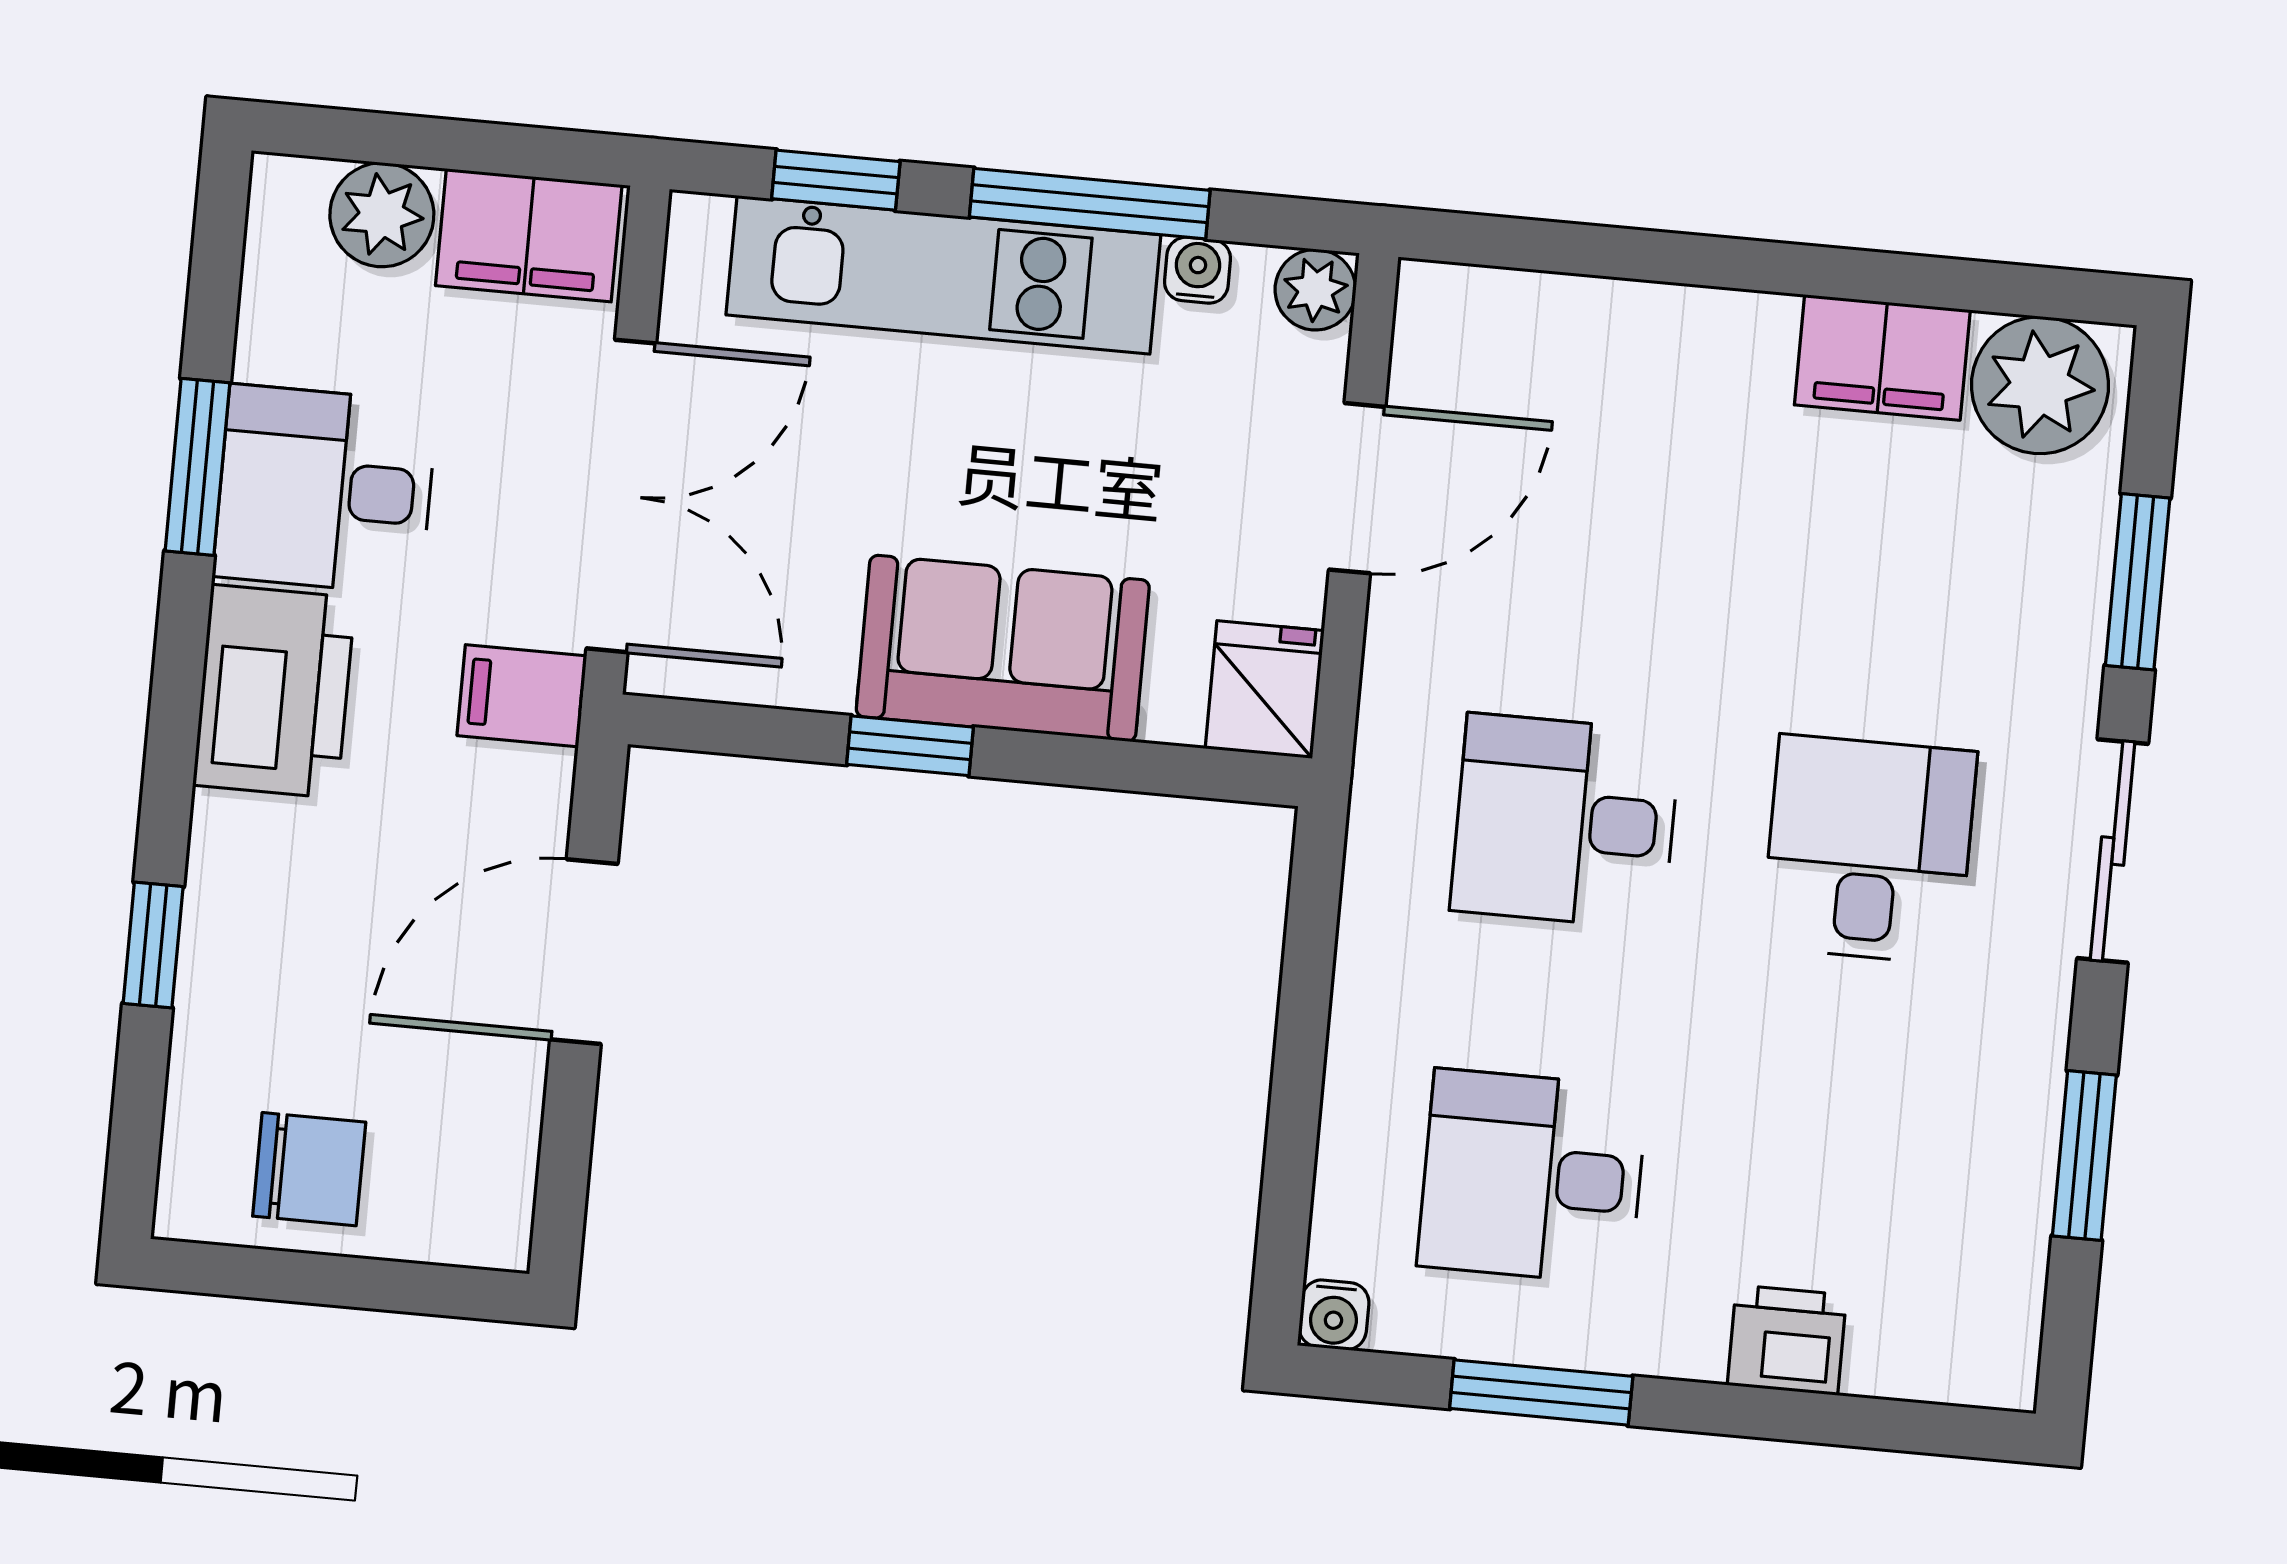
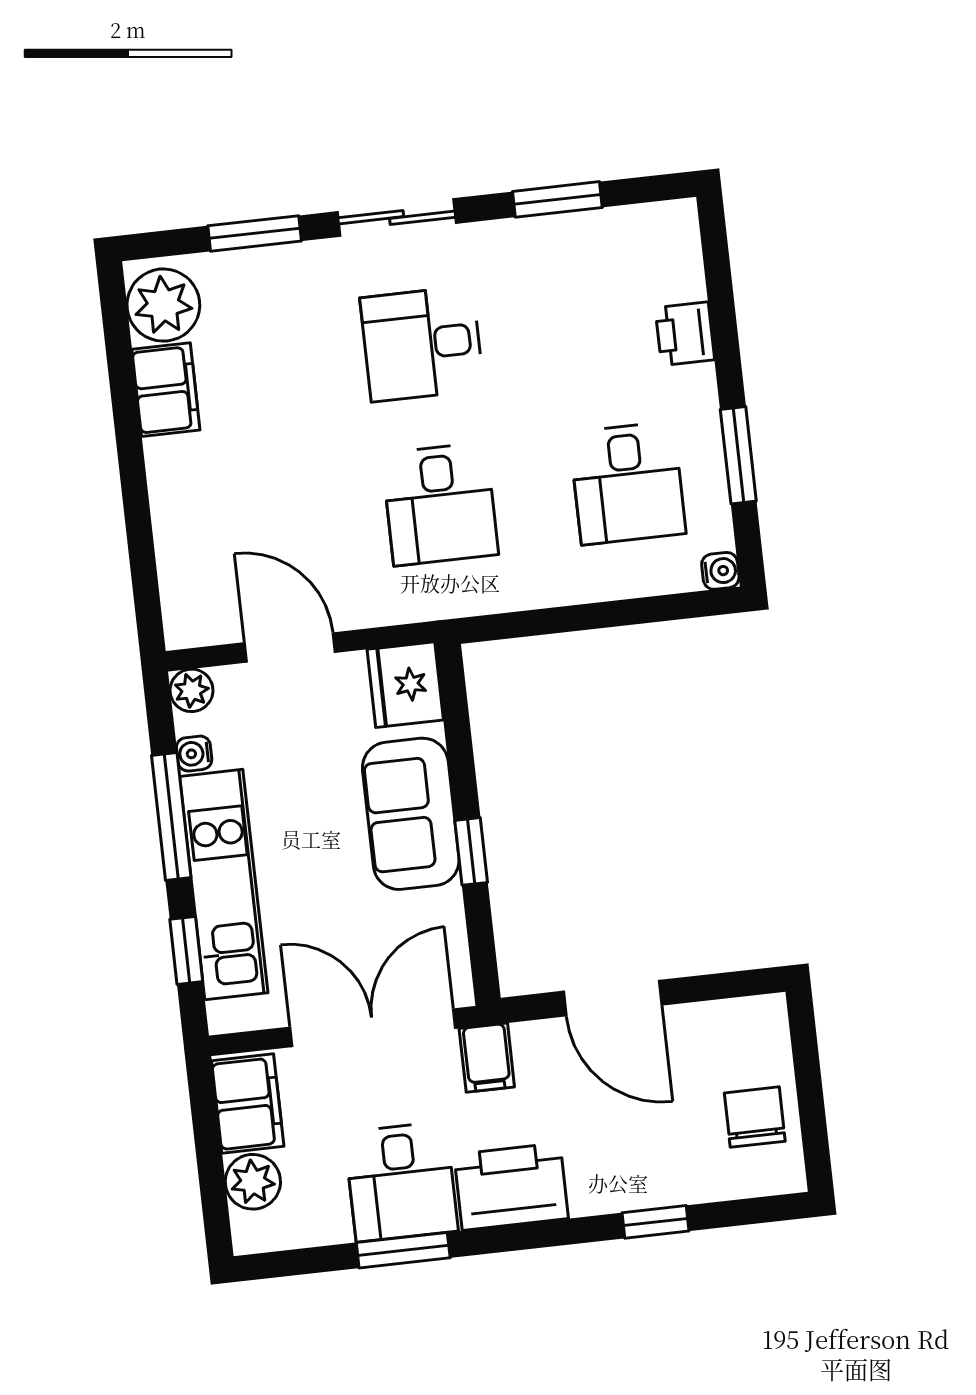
fridge: (1265, 690) -> (405, 685), width x1.38

